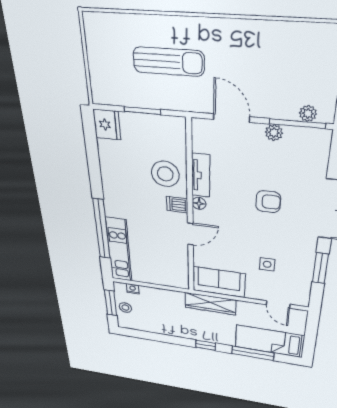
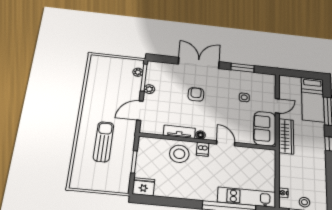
door: (278, 304) -> (277, 106), moved

